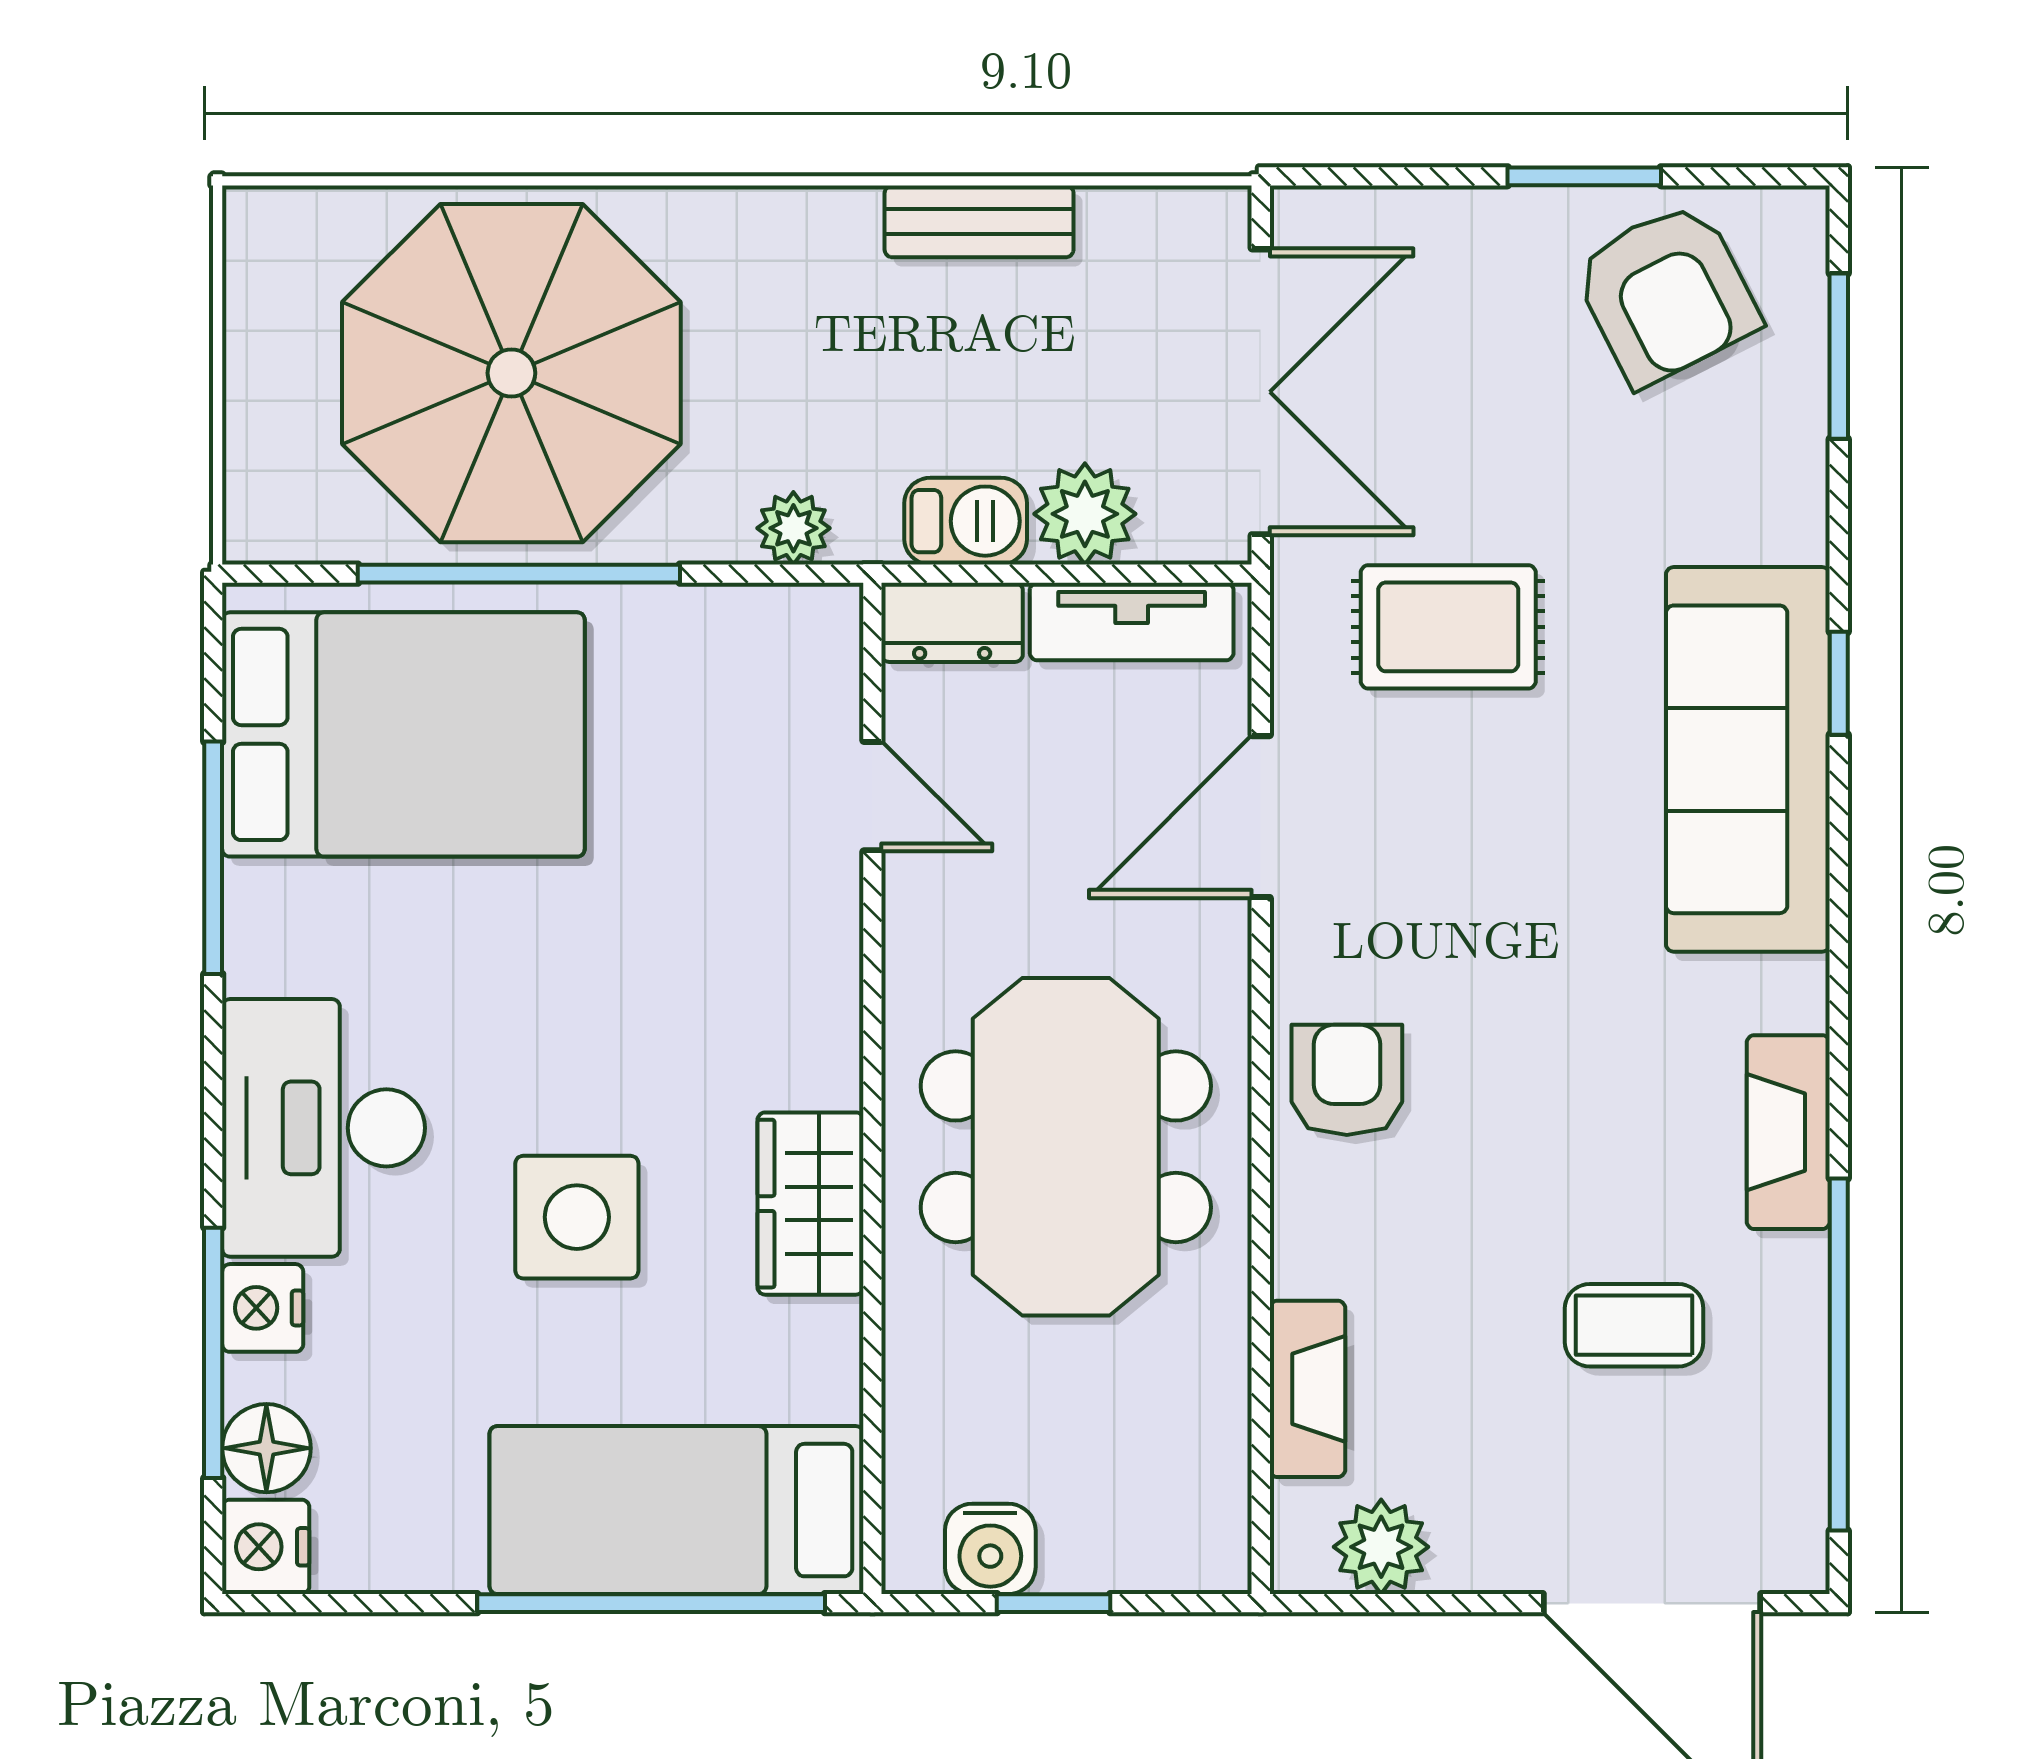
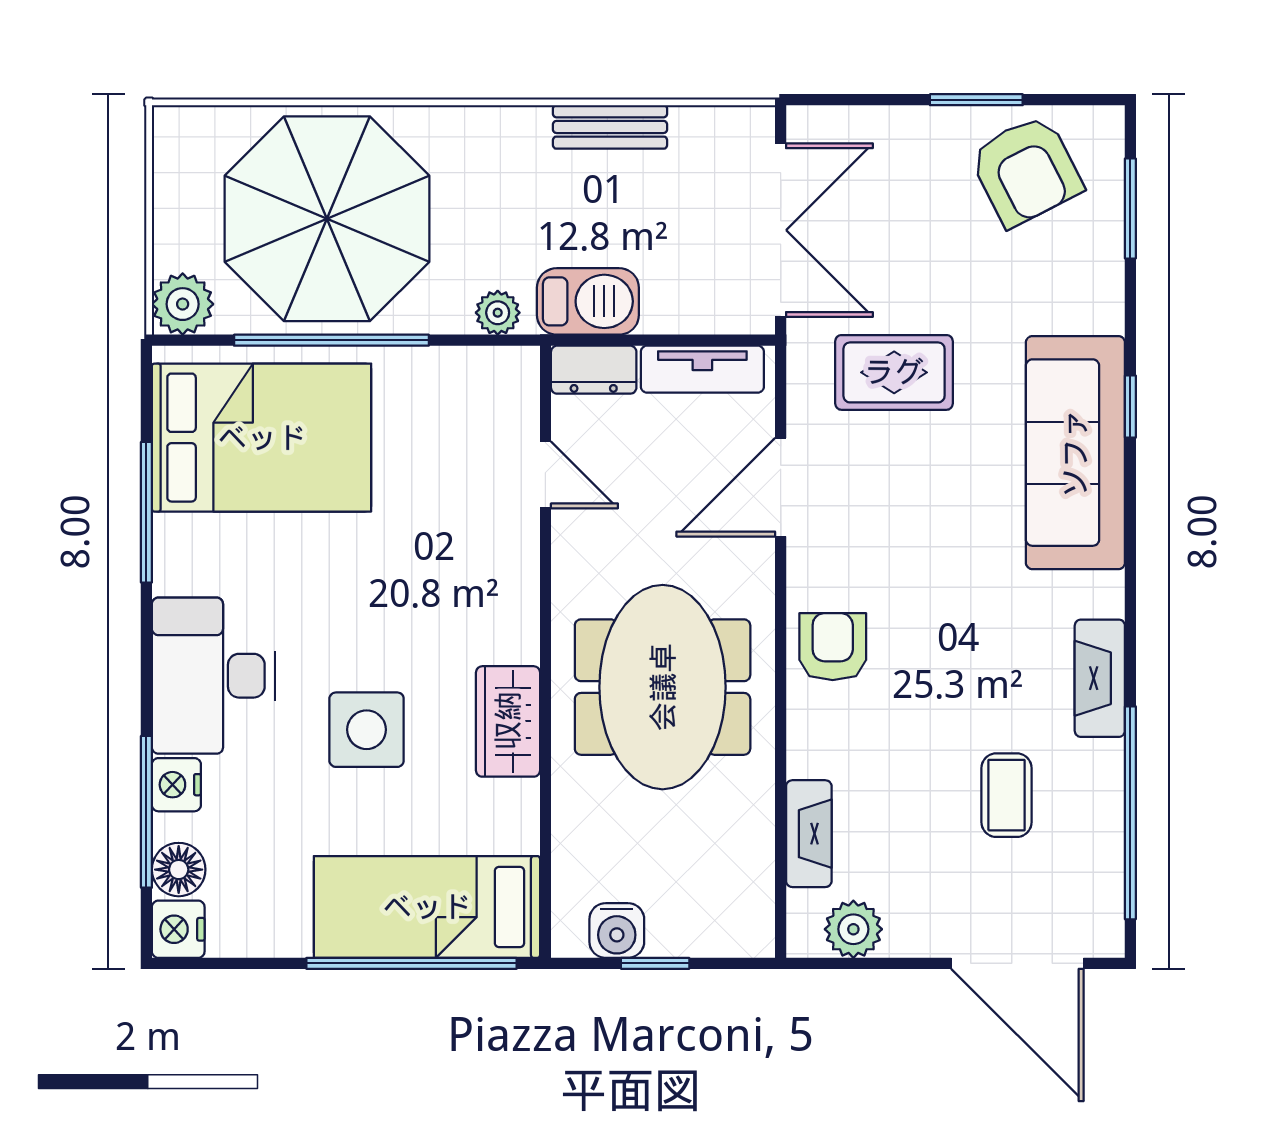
plant: (1085, 514) -> (183, 304), moved
barbecue: (966, 521) -> (588, 301), width x1.38, depth x1.27
coffee table: (1634, 1325) -> (1007, 795), turned 90

